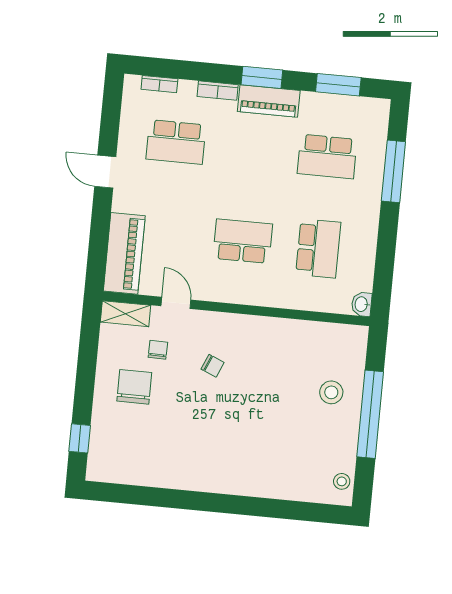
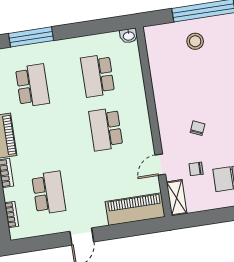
school desk: (318, 248) -> (98, 76), turned -90

